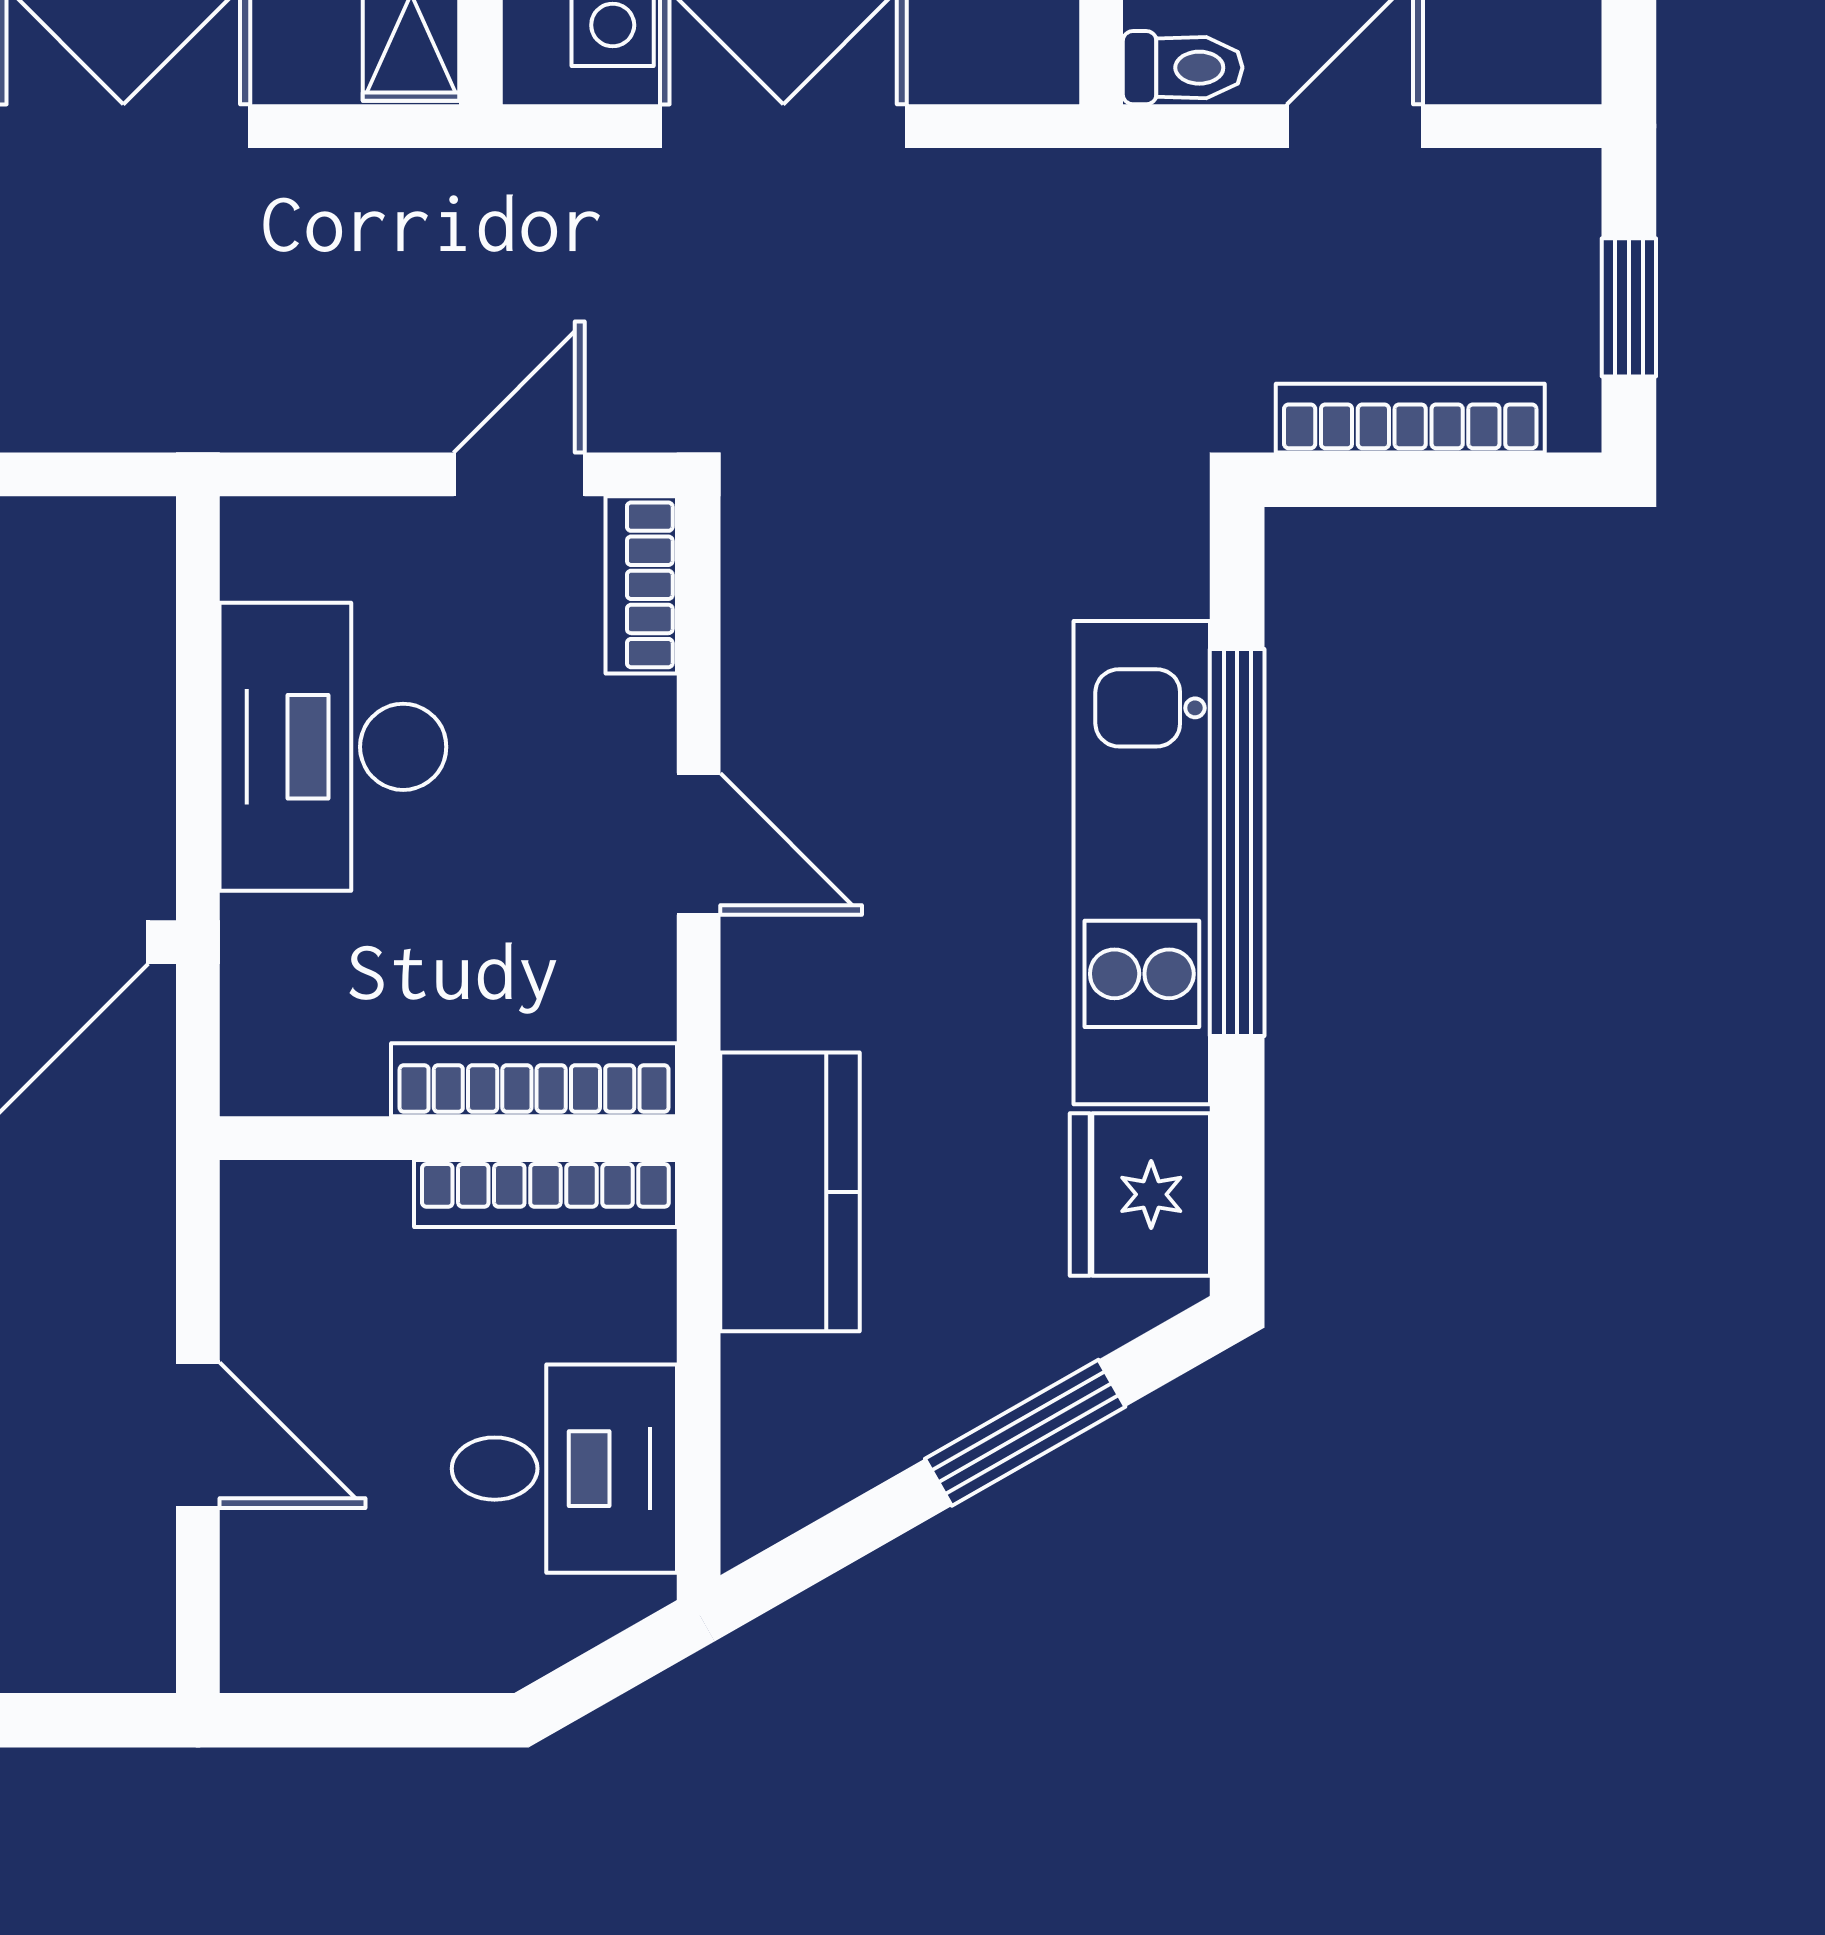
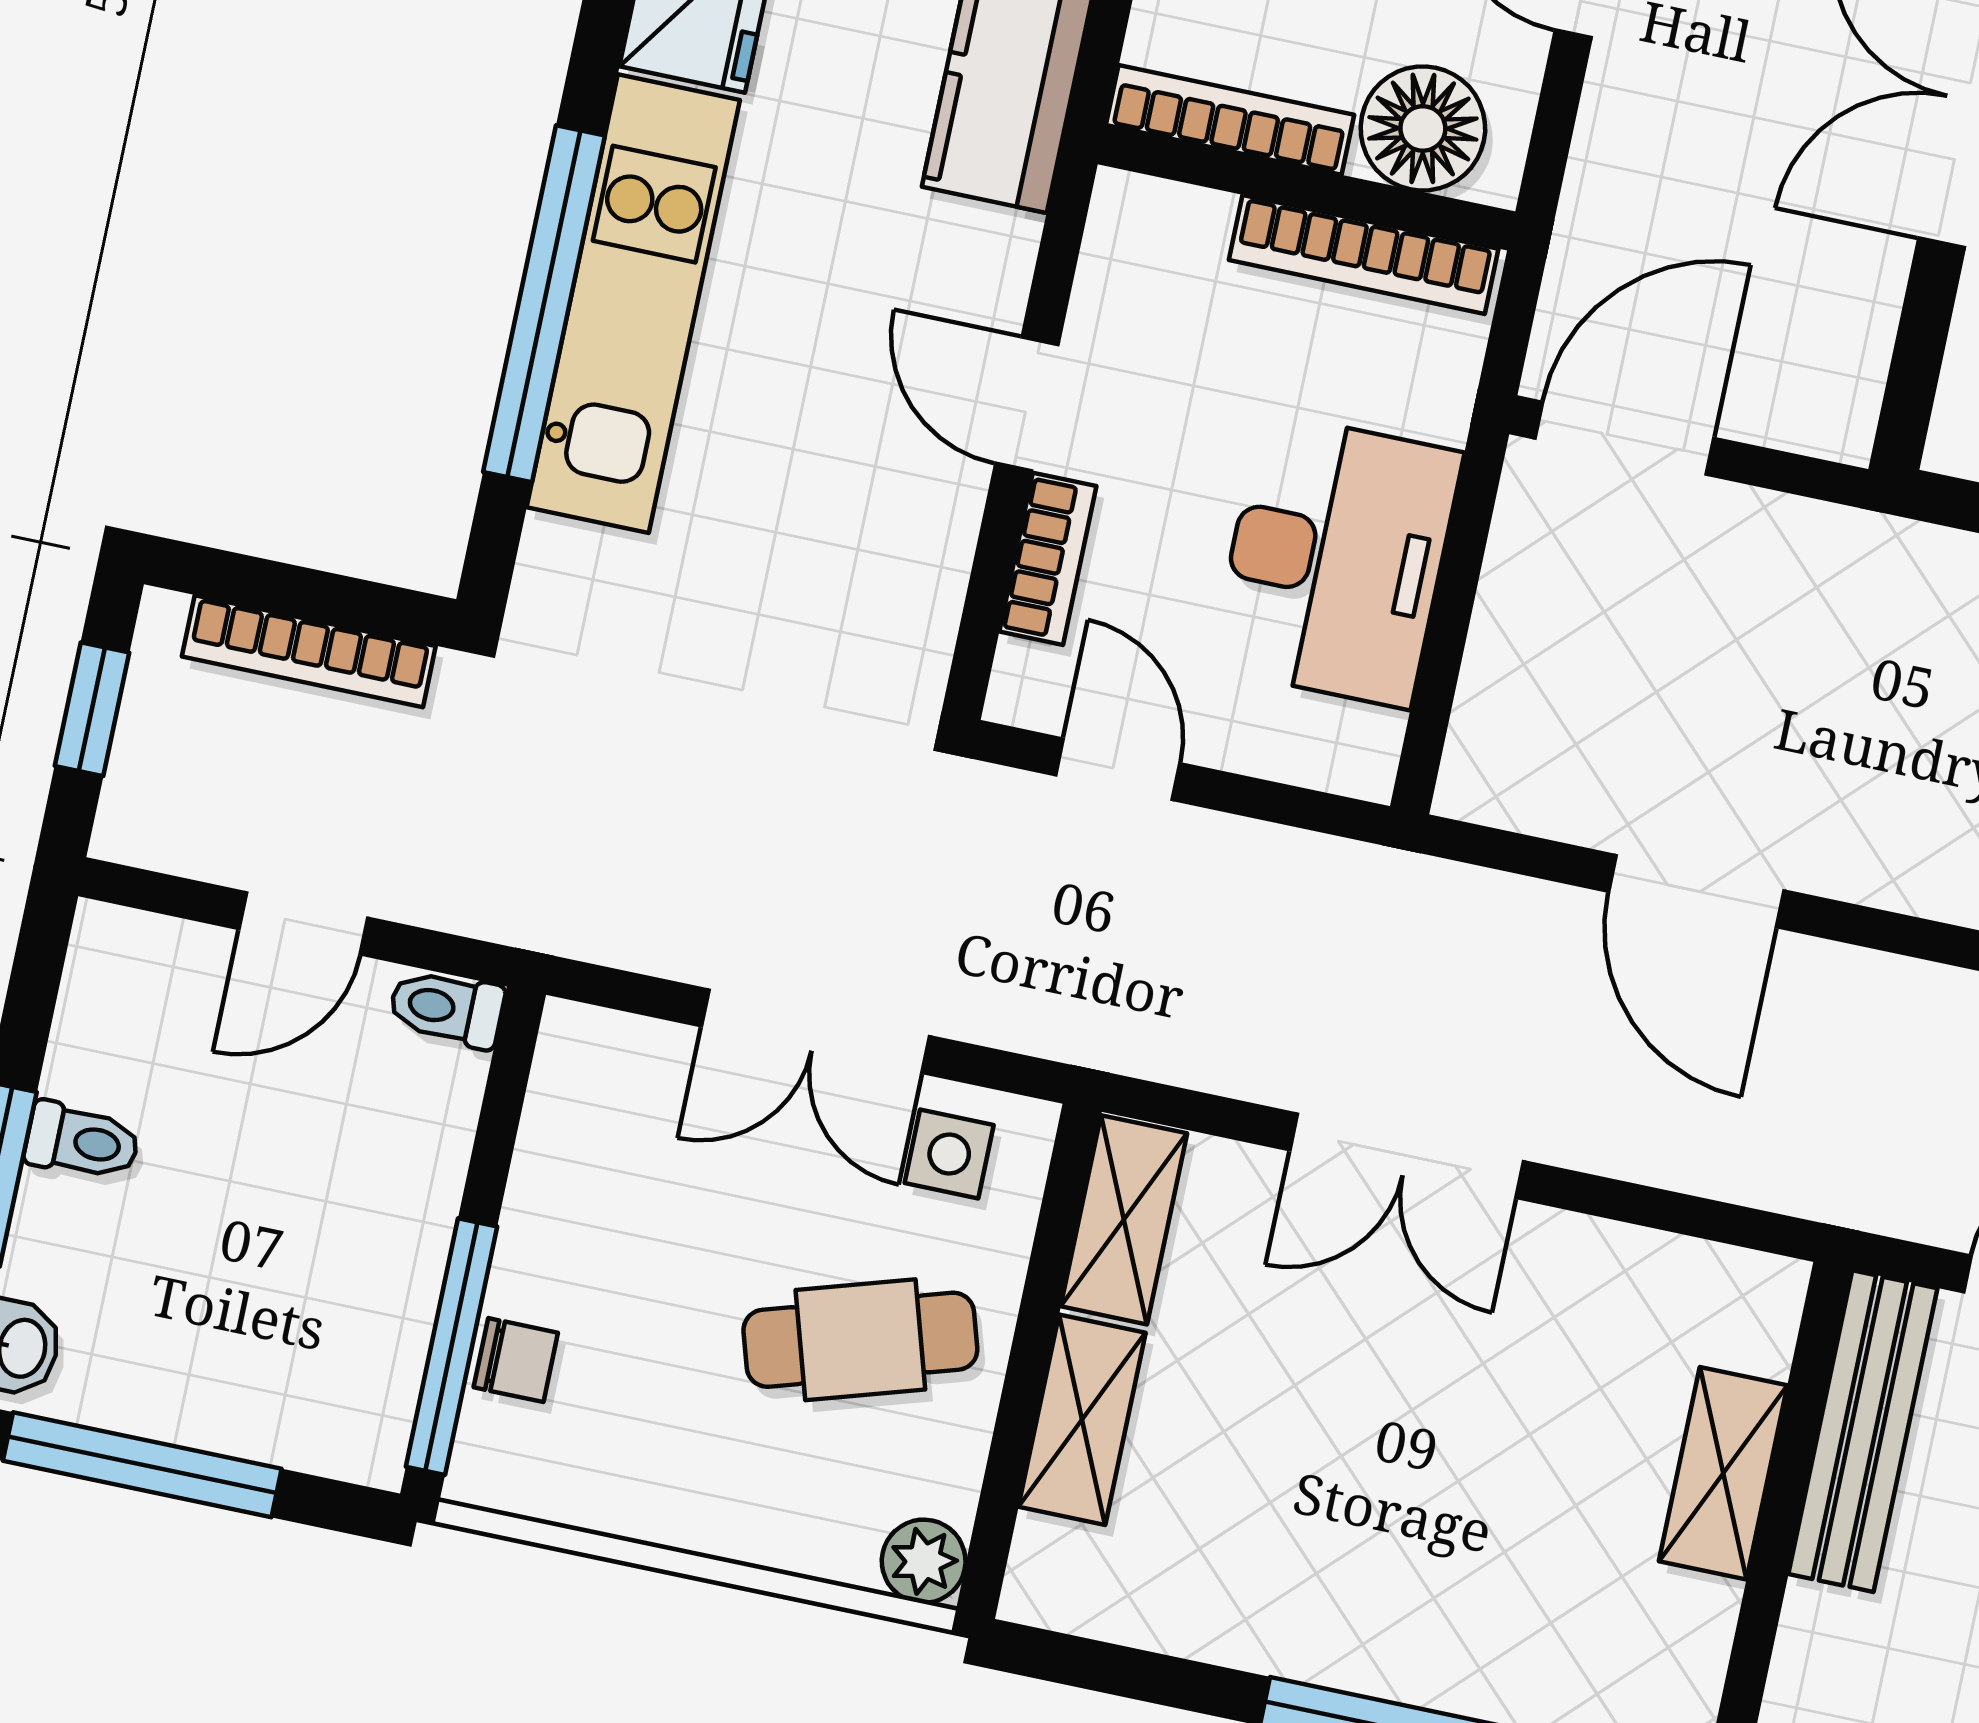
door: (519, 474) -> (1118, 769), swing flipped
bookcase: (641, 585) -> (1048, 559), moved
bookcase: (534, 1080) -> (1364, 254), moved
floor lamp: (337, 1228) -> (1423, 128), added

